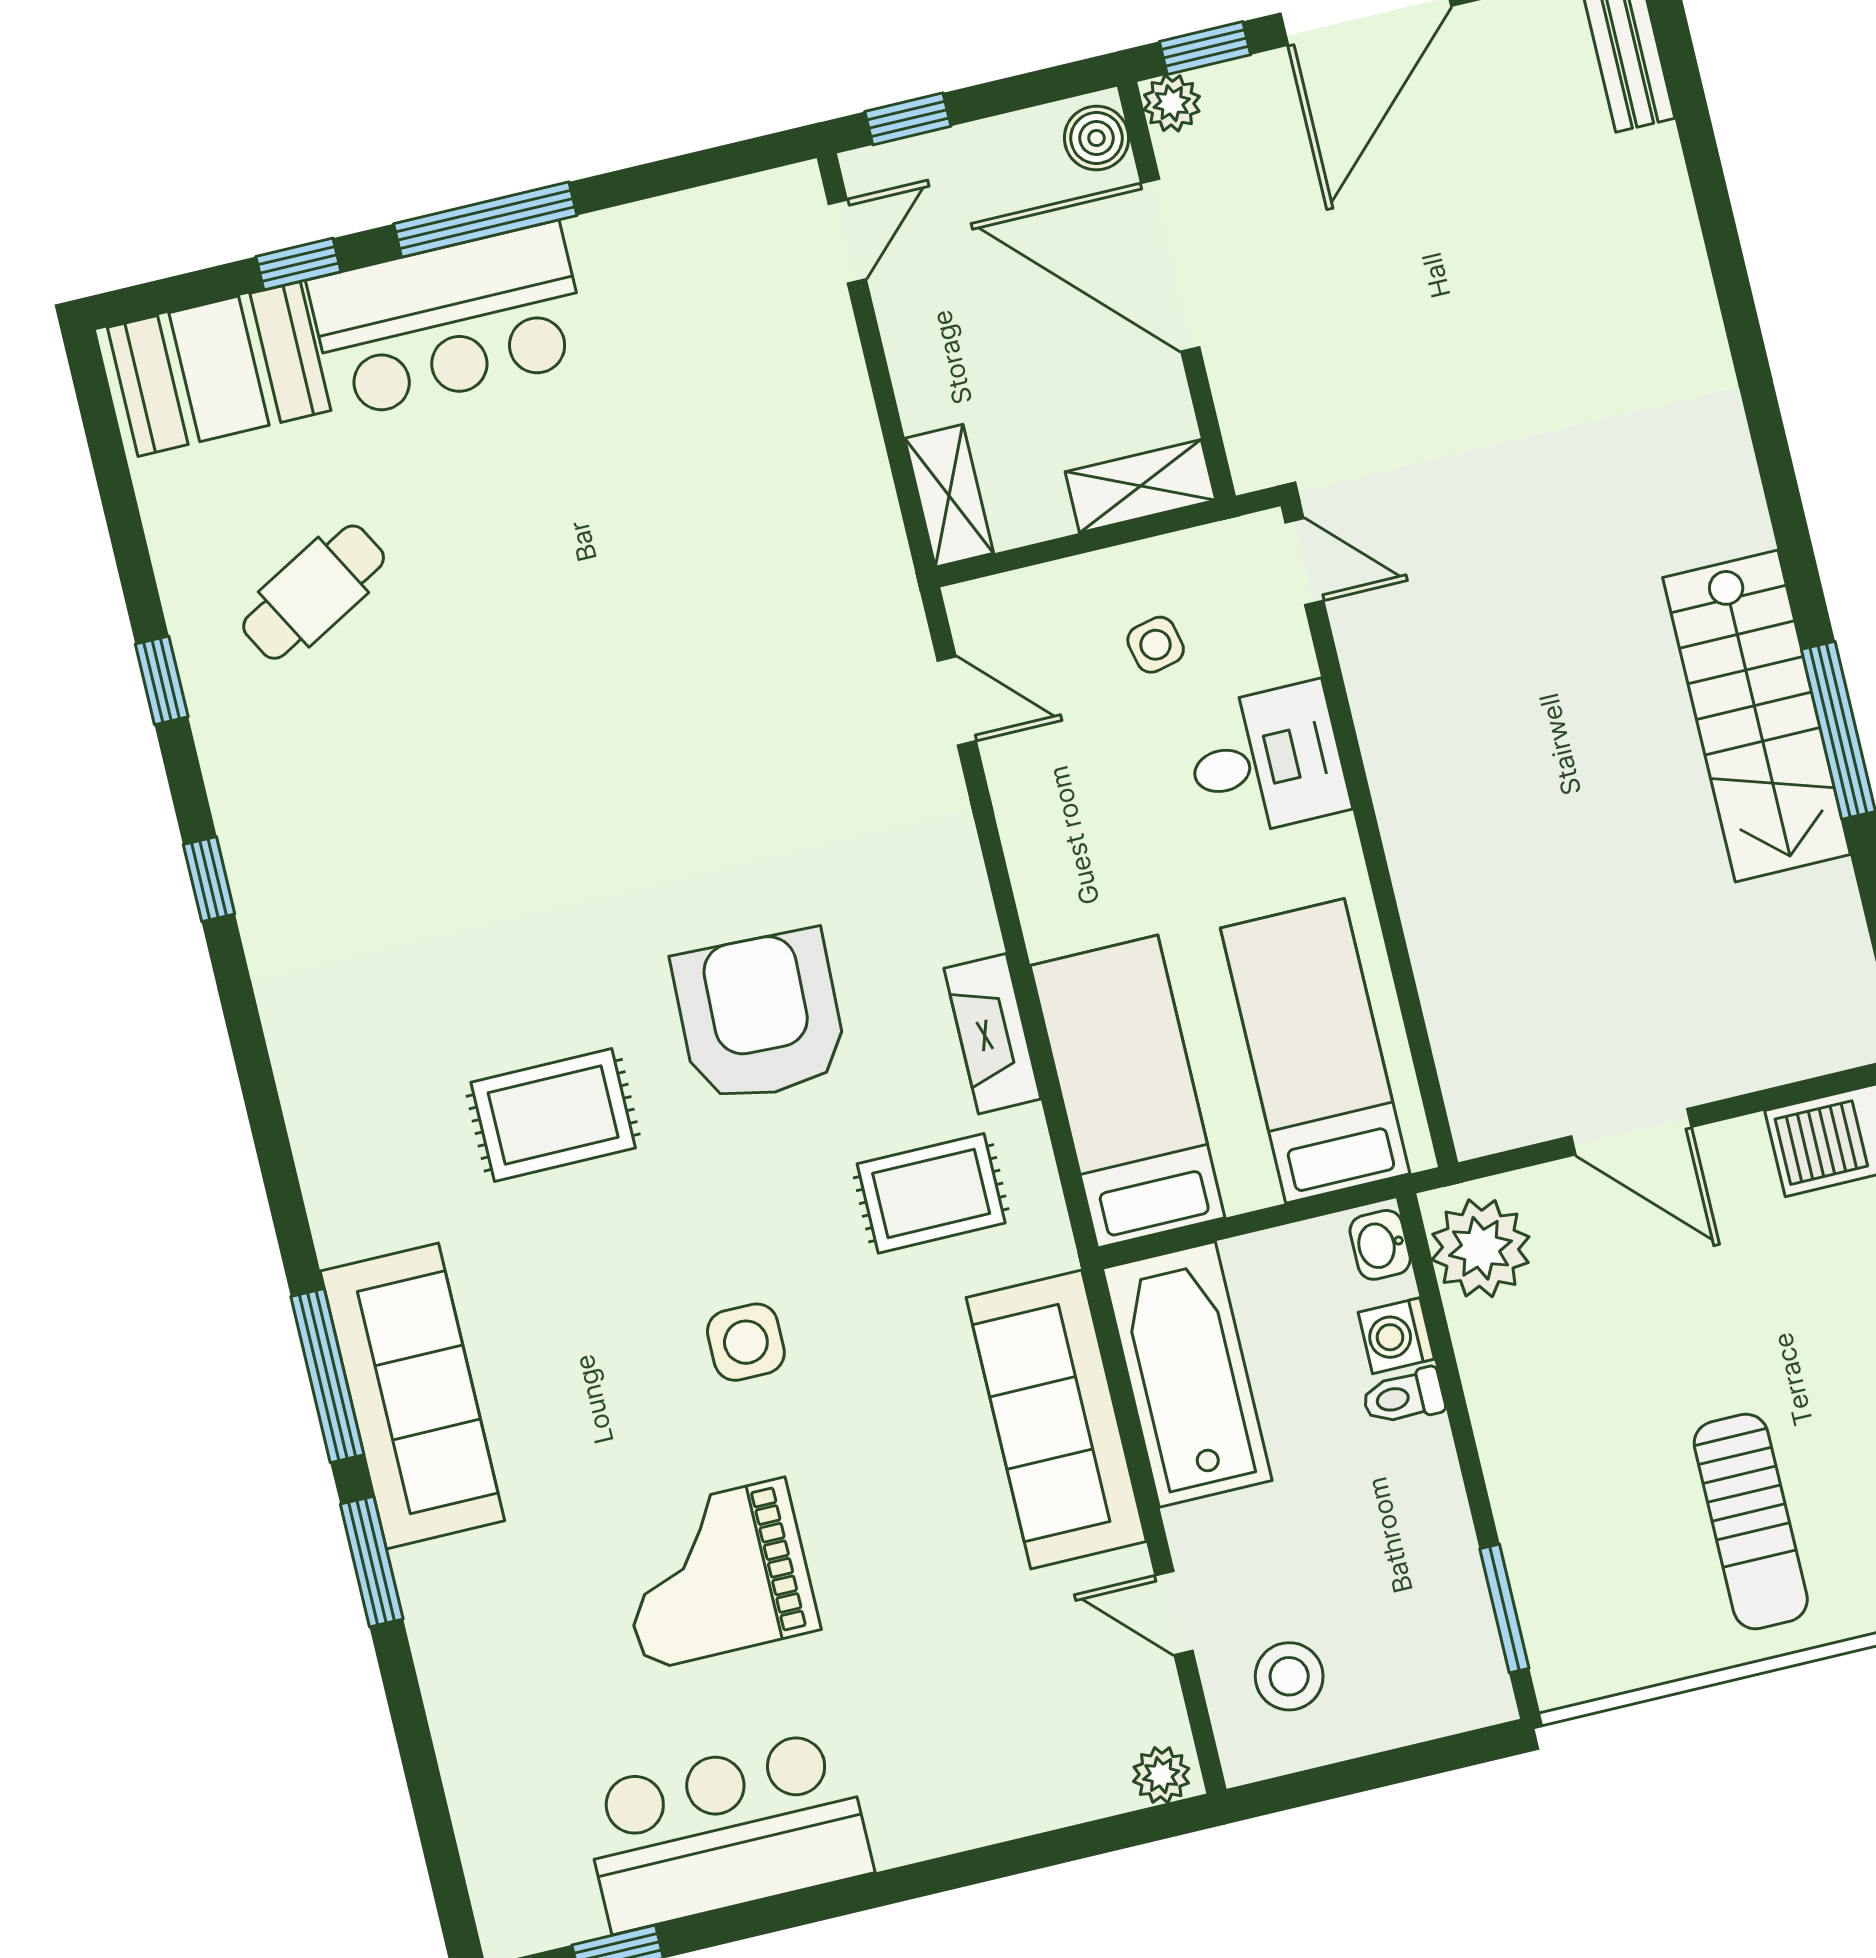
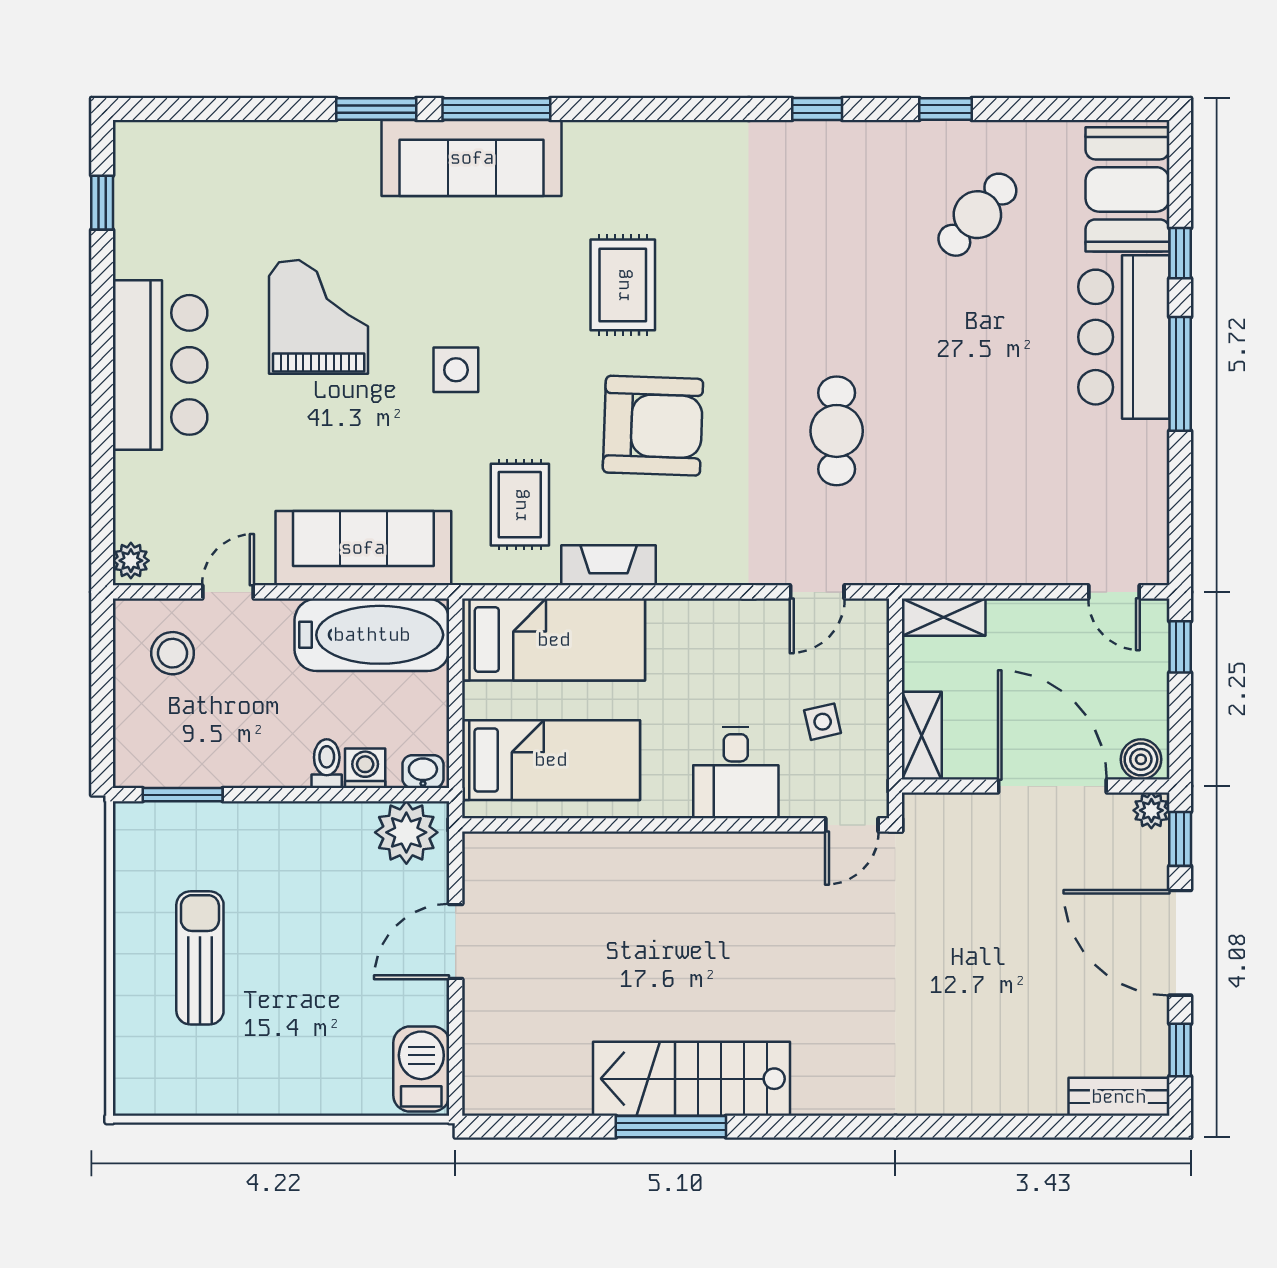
door: (1170, 265) -> (1052, 786), hinge flipped
cafe table: (314, 592) -> (977, 215), turned 71
cafe table: (700, 730) -> (837, 431), added
sun lounger: (1751, 1522) -> (200, 958), turned 90
bar counter: (726, 1831) -> (160, 365), moved

